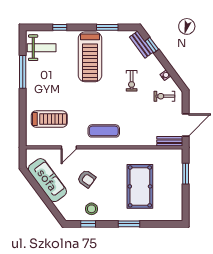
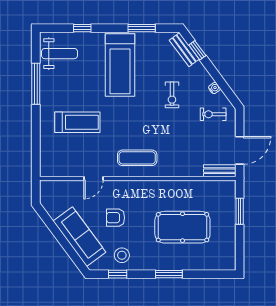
treadmill: (49, 119) -> (77, 122), moved
armchair: (86, 179) -> (116, 218), turned 144
sofa: (47, 180) -> (79, 237), moved
pool table: (140, 186) -> (182, 227), turned 90

